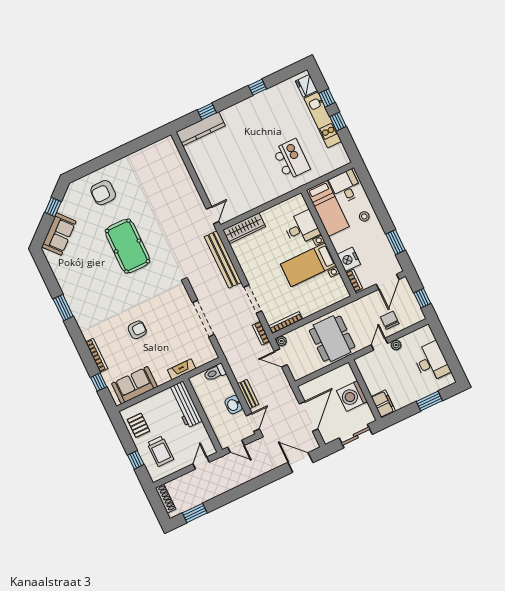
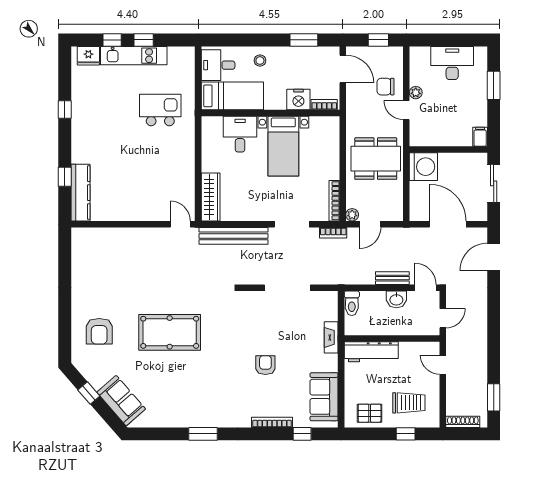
washing machine: (352, 396) -> (423, 167), moved, turned -90
filing cabinet: (383, 404) -> (480, 137), width x0.50

